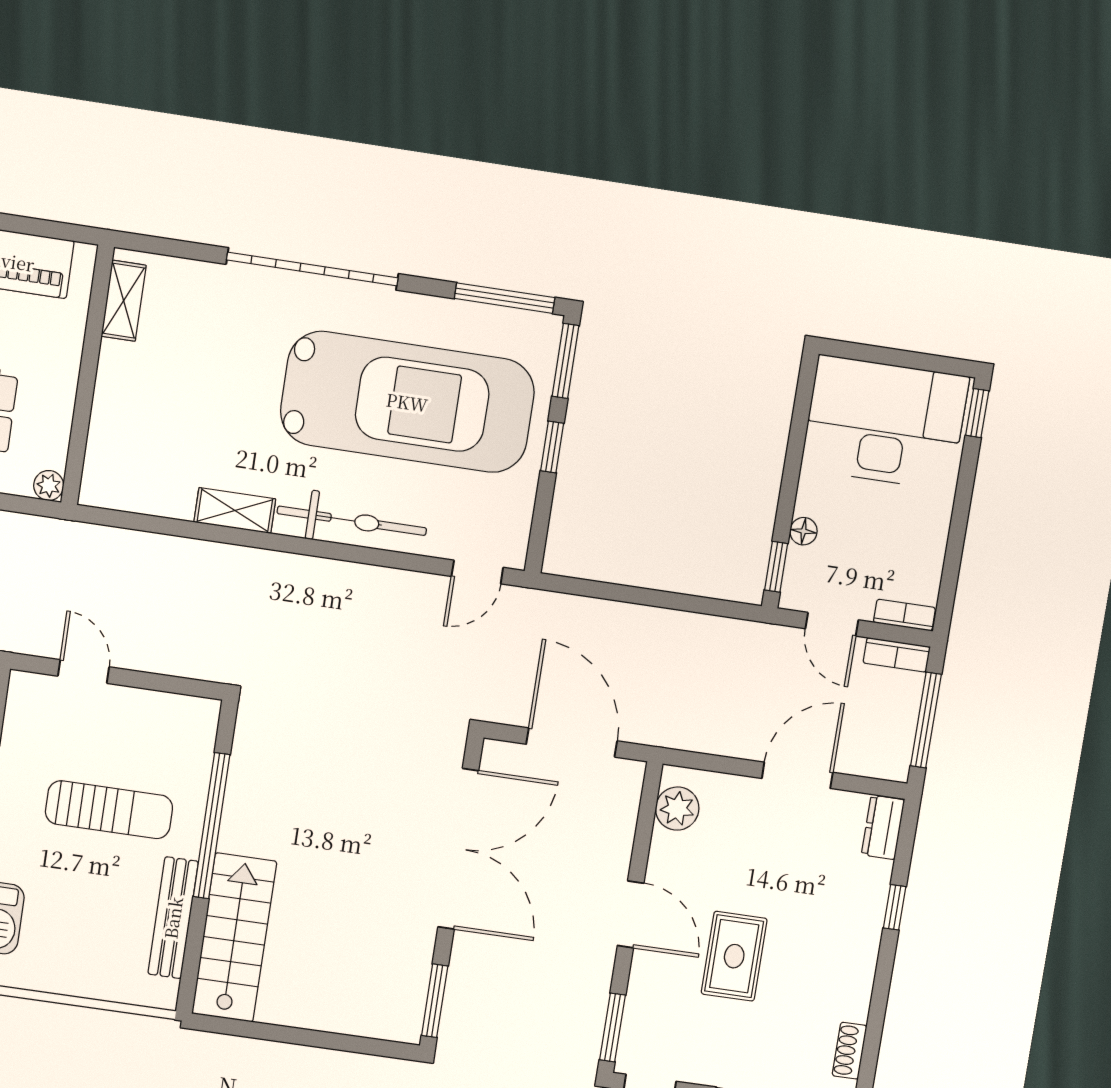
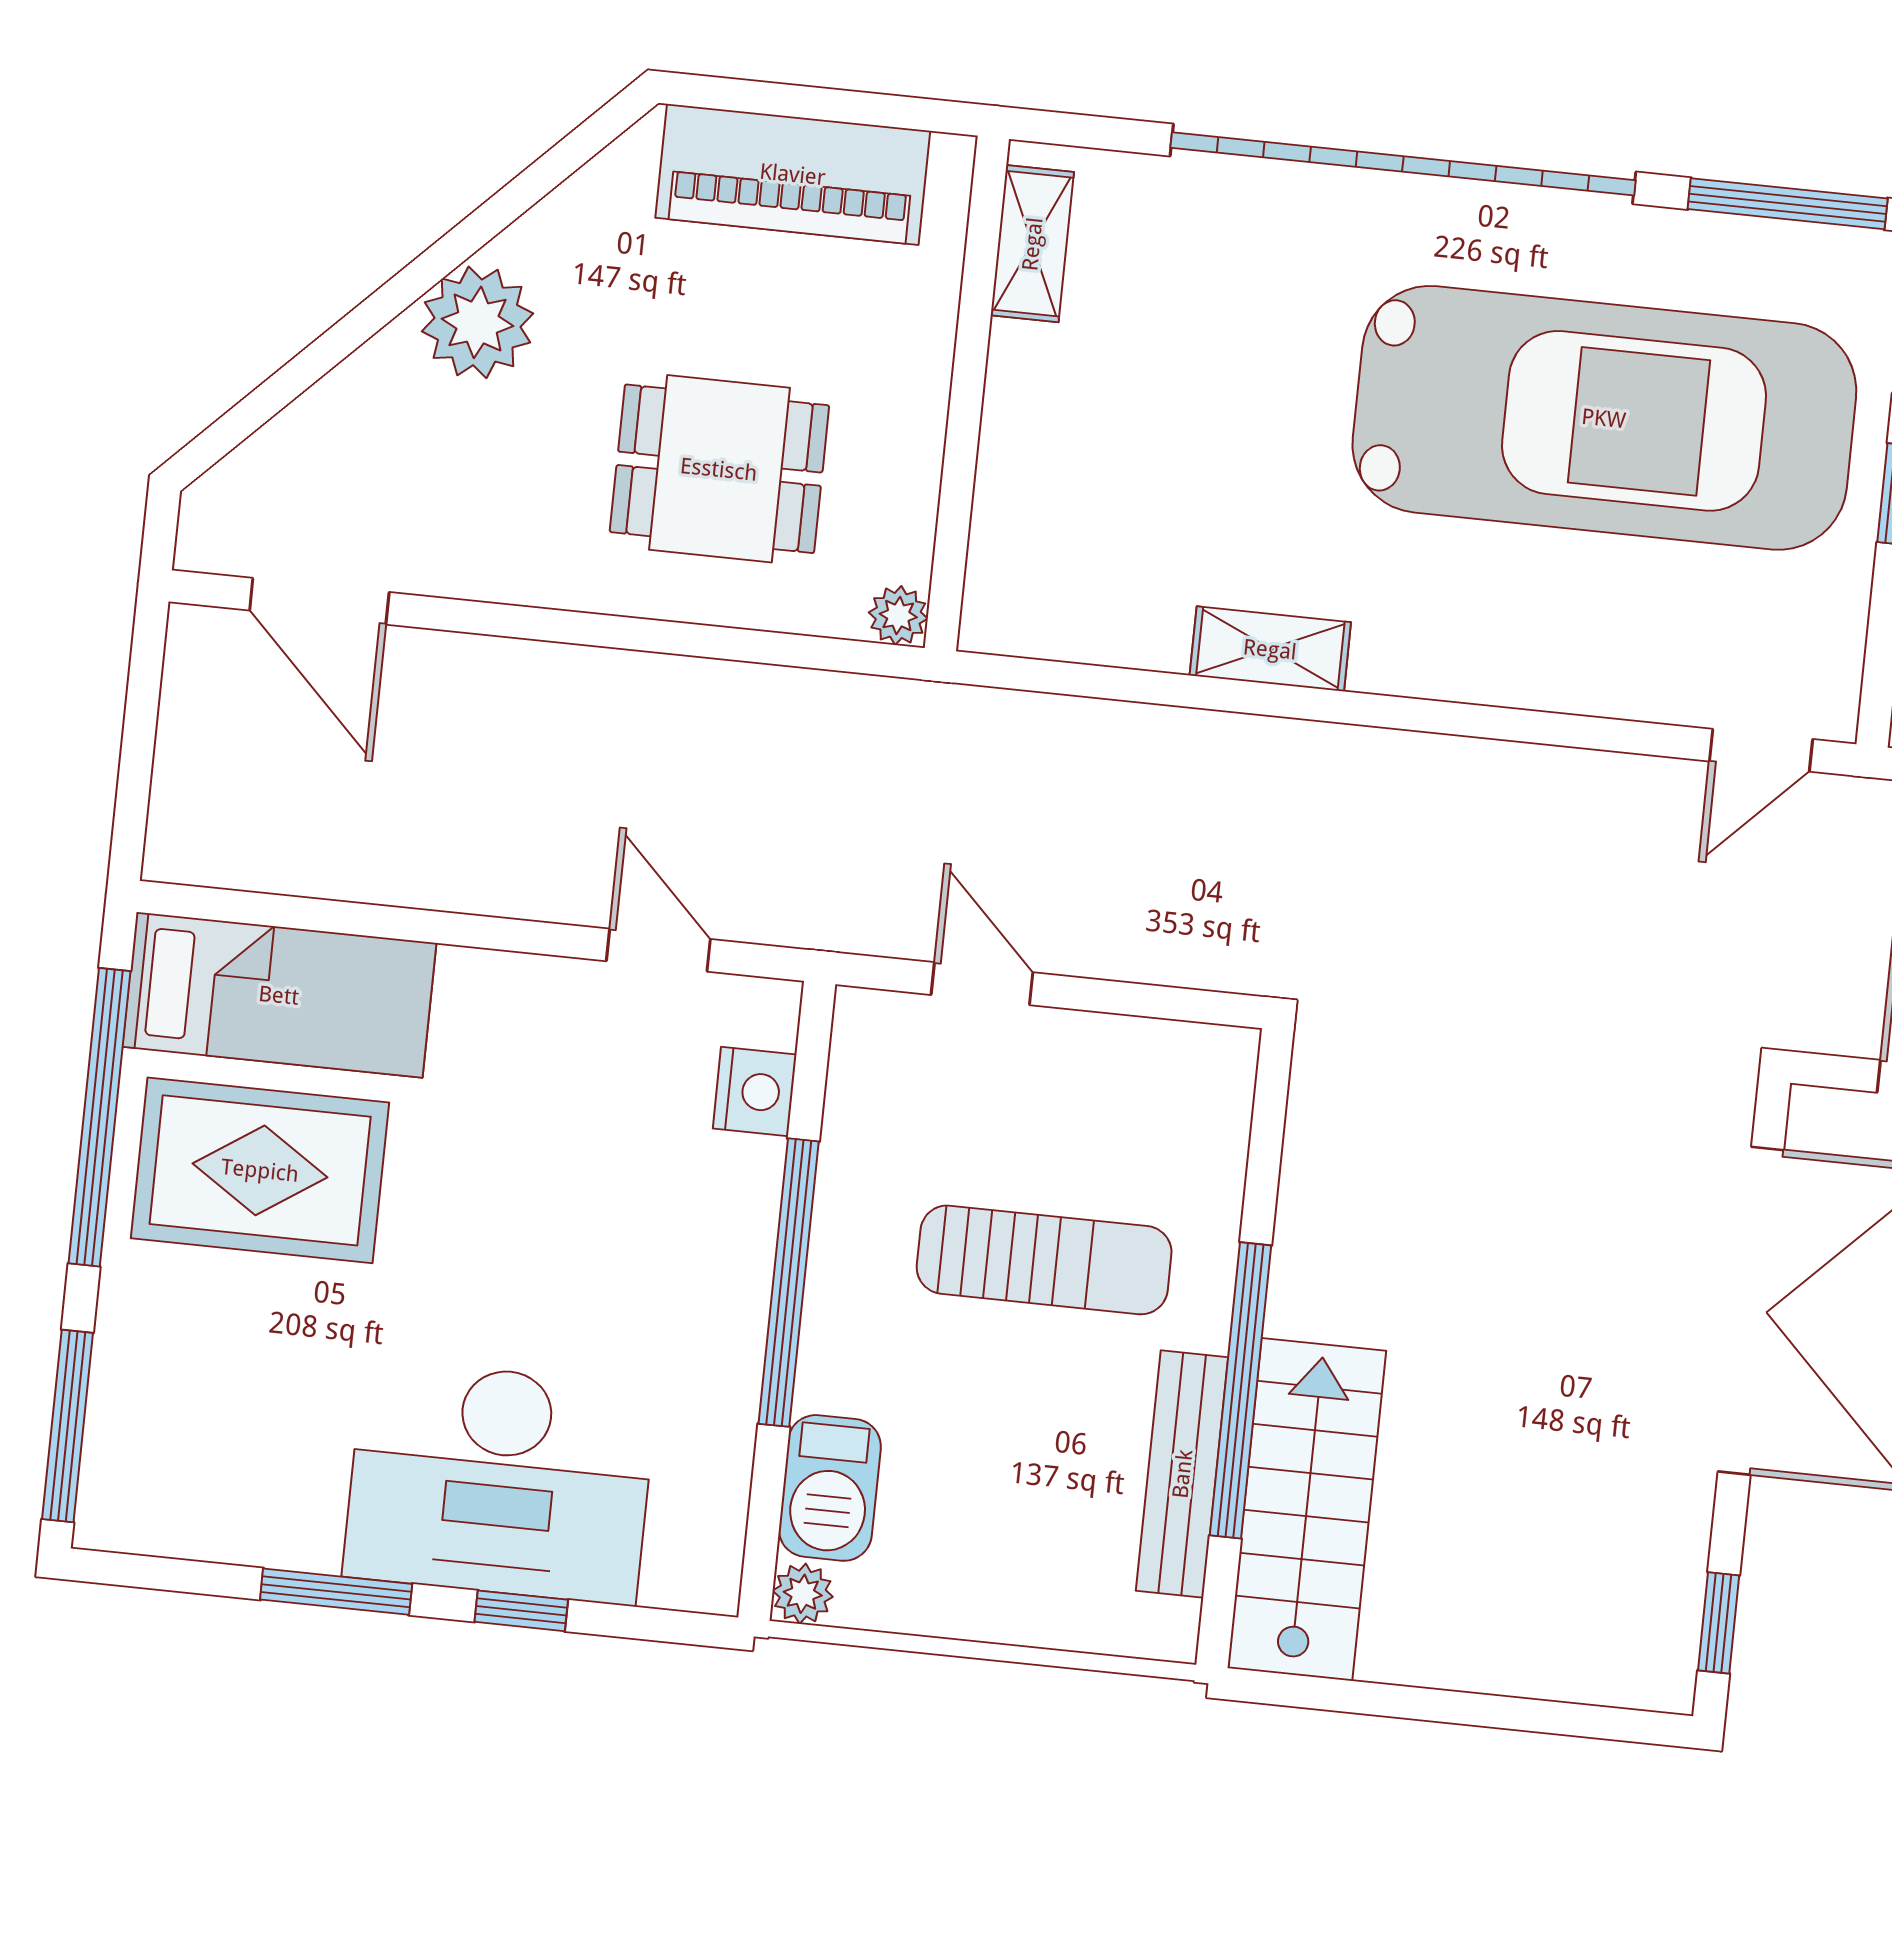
garage door: (312, 269) -> (1403, 164), width x1.36
bicycle: (352, 521) -> (1505, 659), removed
window: (212, 826) -> (1240, 1390), moved
window: (435, 1001) -> (1719, 1623), width x0.67

